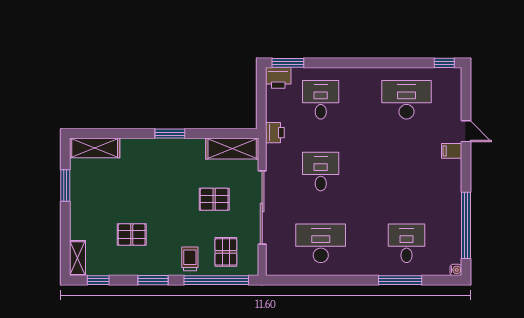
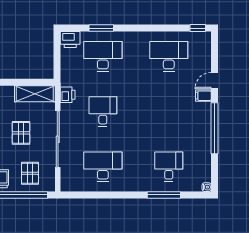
window: (288, 63) -> (101, 28), moved
desk: (321, 100) -> (103, 56), width x1.37
door: (466, 131) -> (214, 81), swing flipped
printer: (275, 133) -> (68, 95), moved
pallet: (214, 199) -> (21, 133), turned 90
window: (466, 225) -> (214, 128), moved

